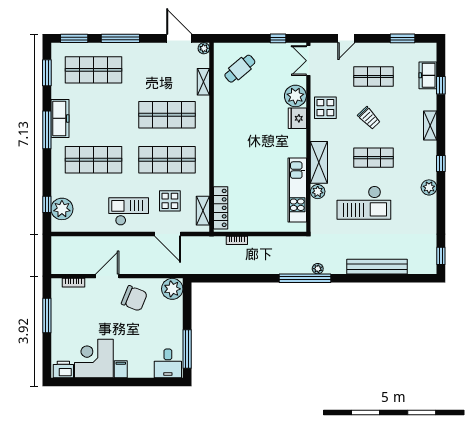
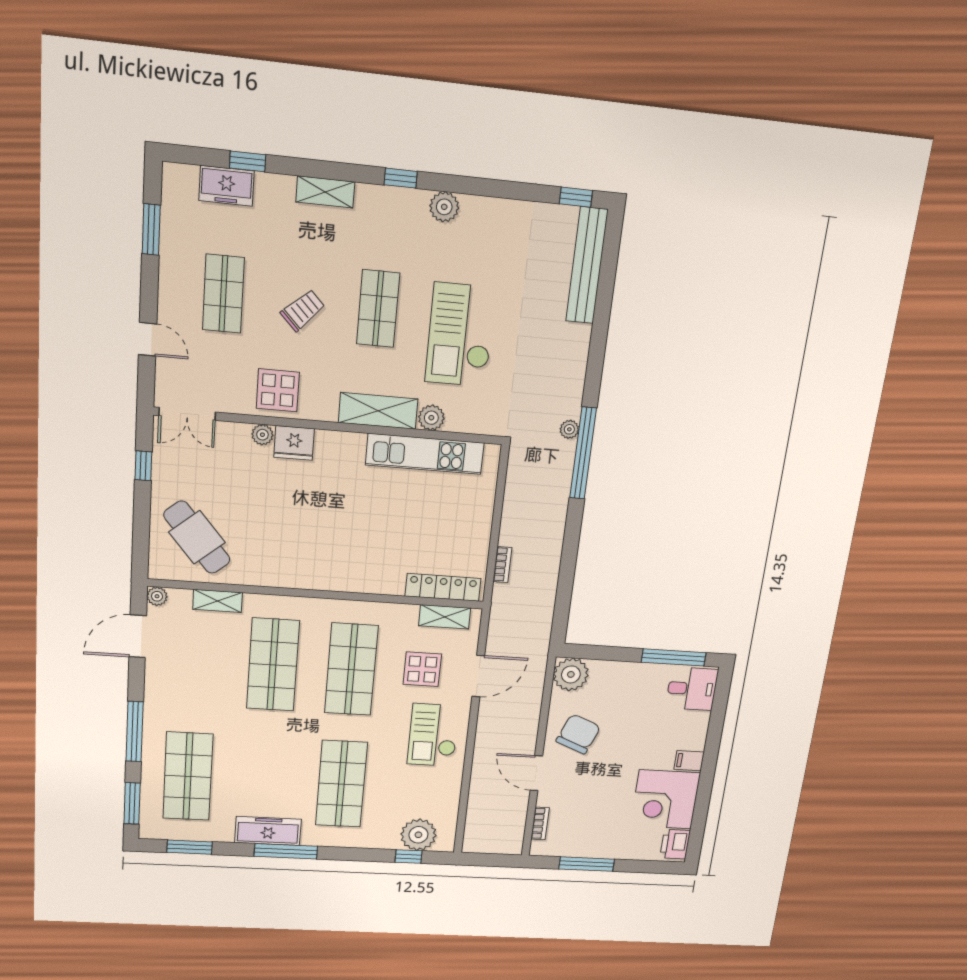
cafe table: (240, 69) -> (197, 537), width x1.37, depth x1.35
plant: (295, 96) -> (262, 435), width x0.53, depth x0.53
checkout: (364, 203) -> (460, 335), turned 180
bench: (377, 267) -> (587, 266), moved

